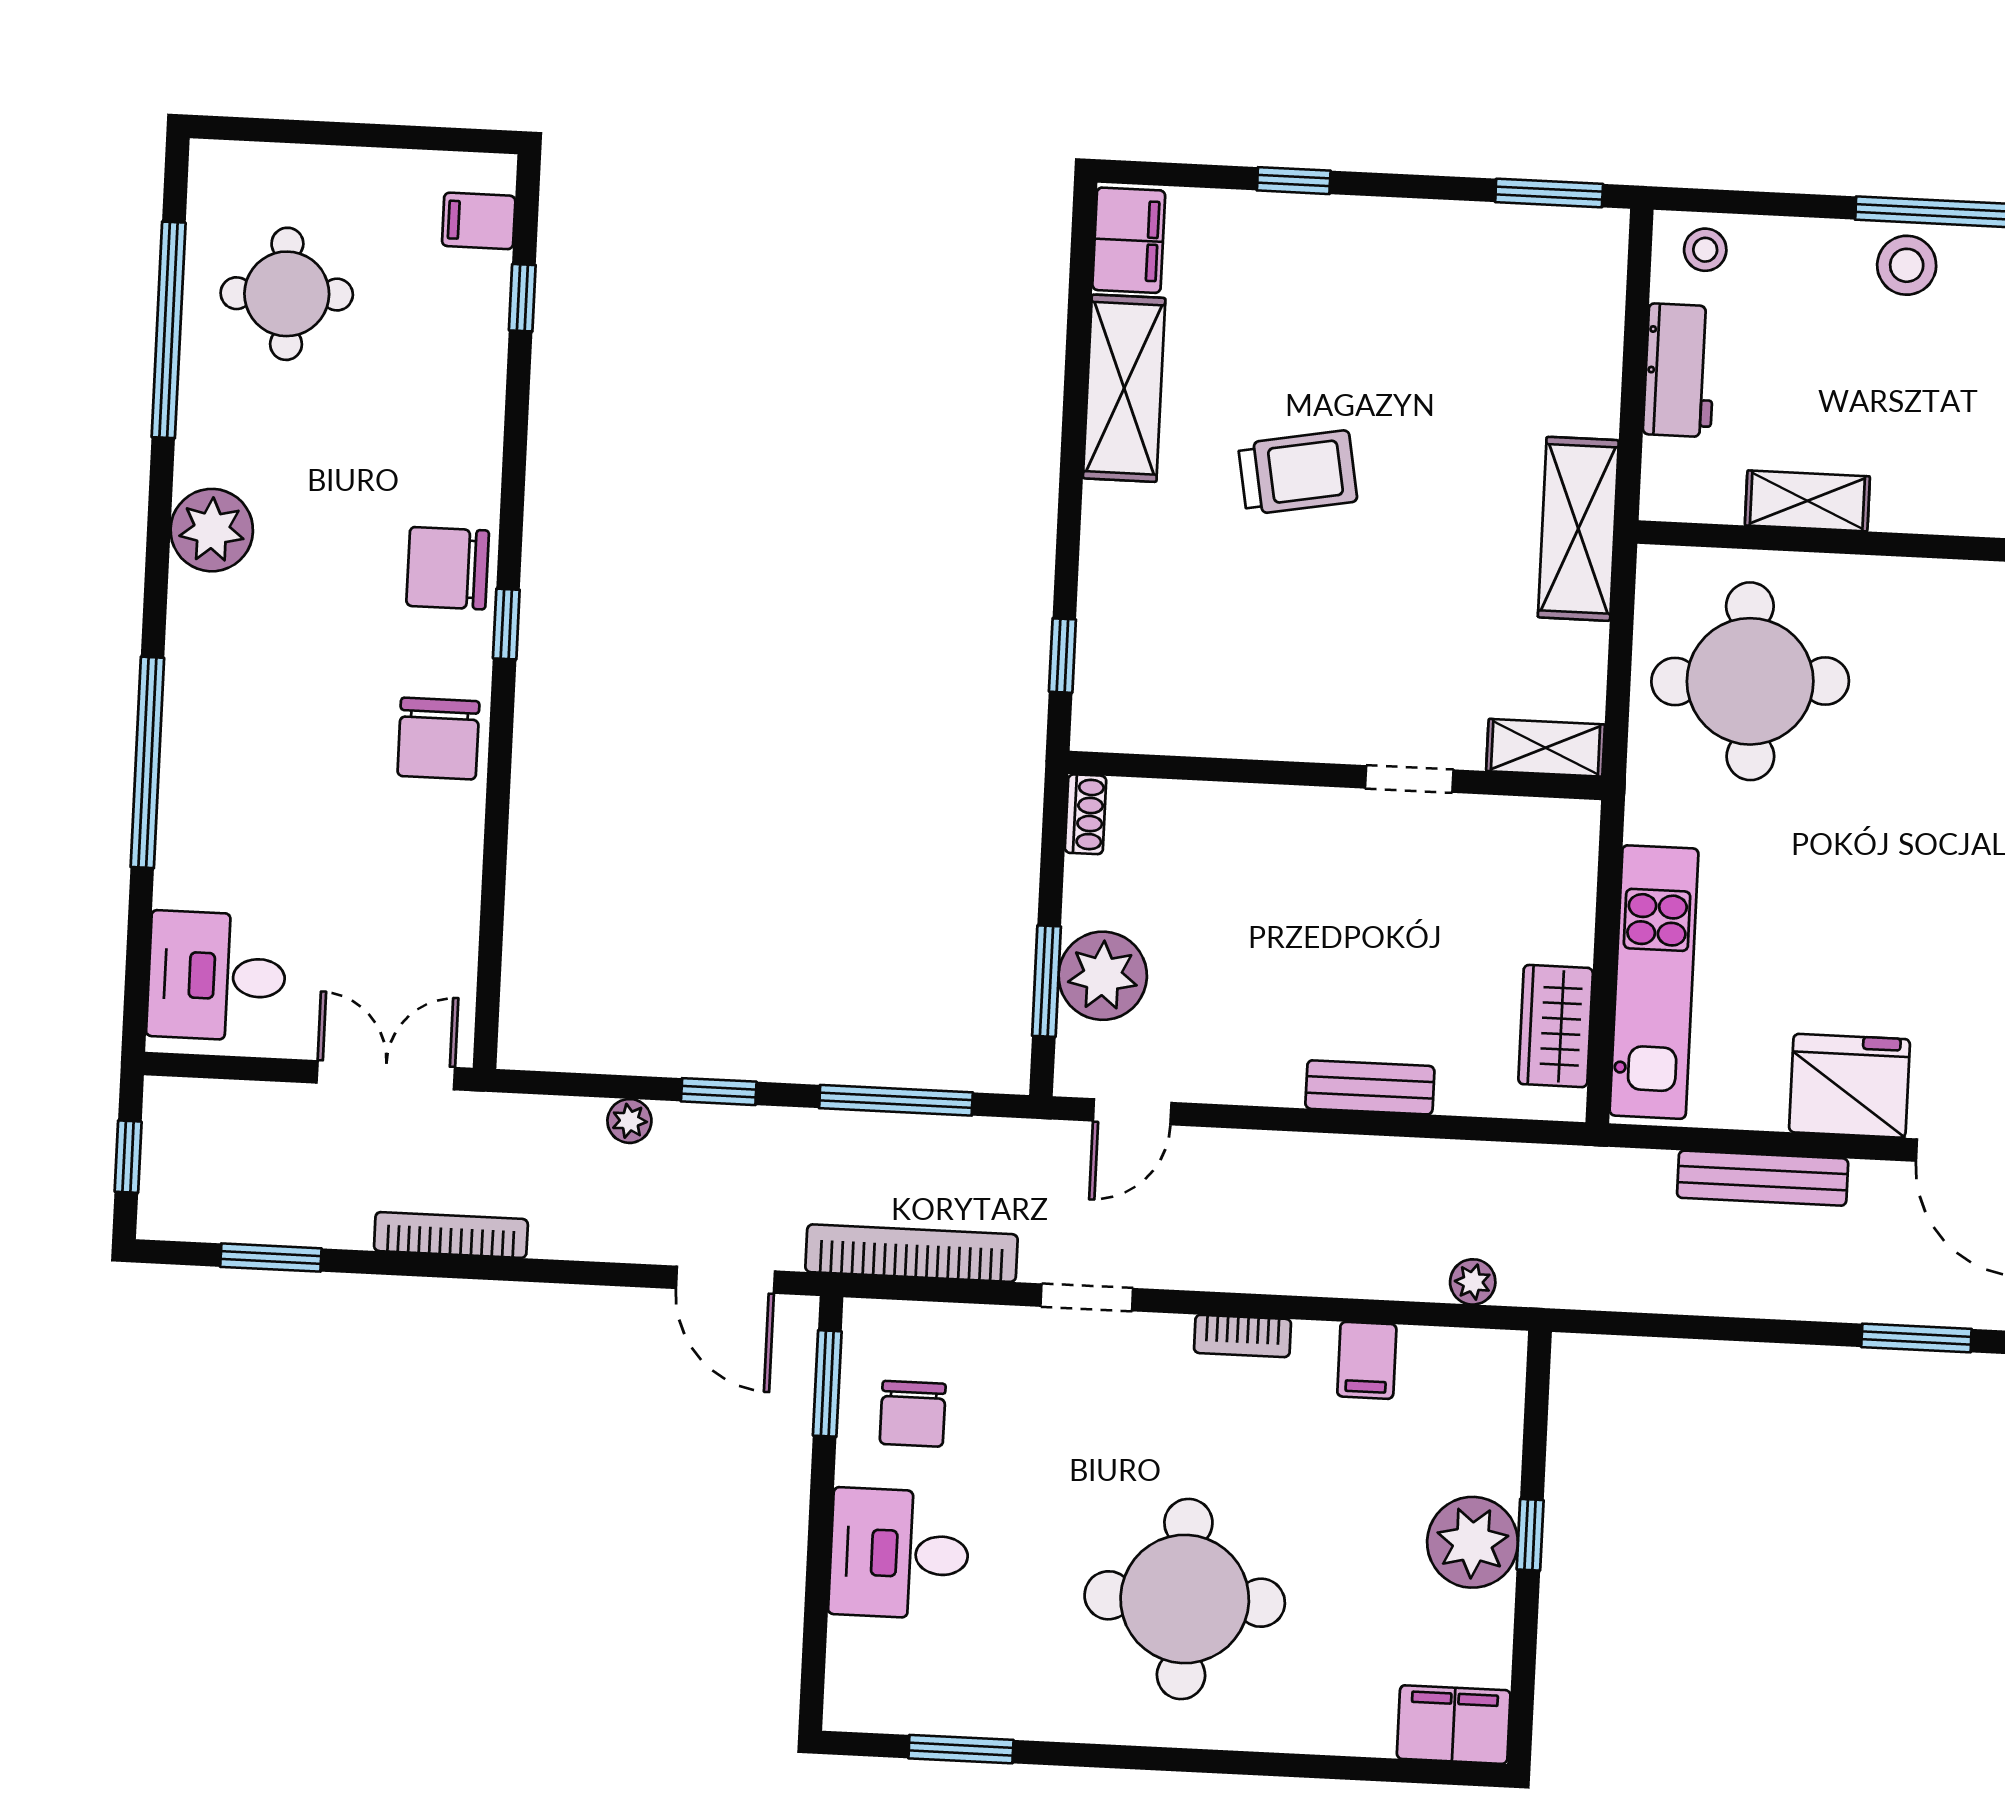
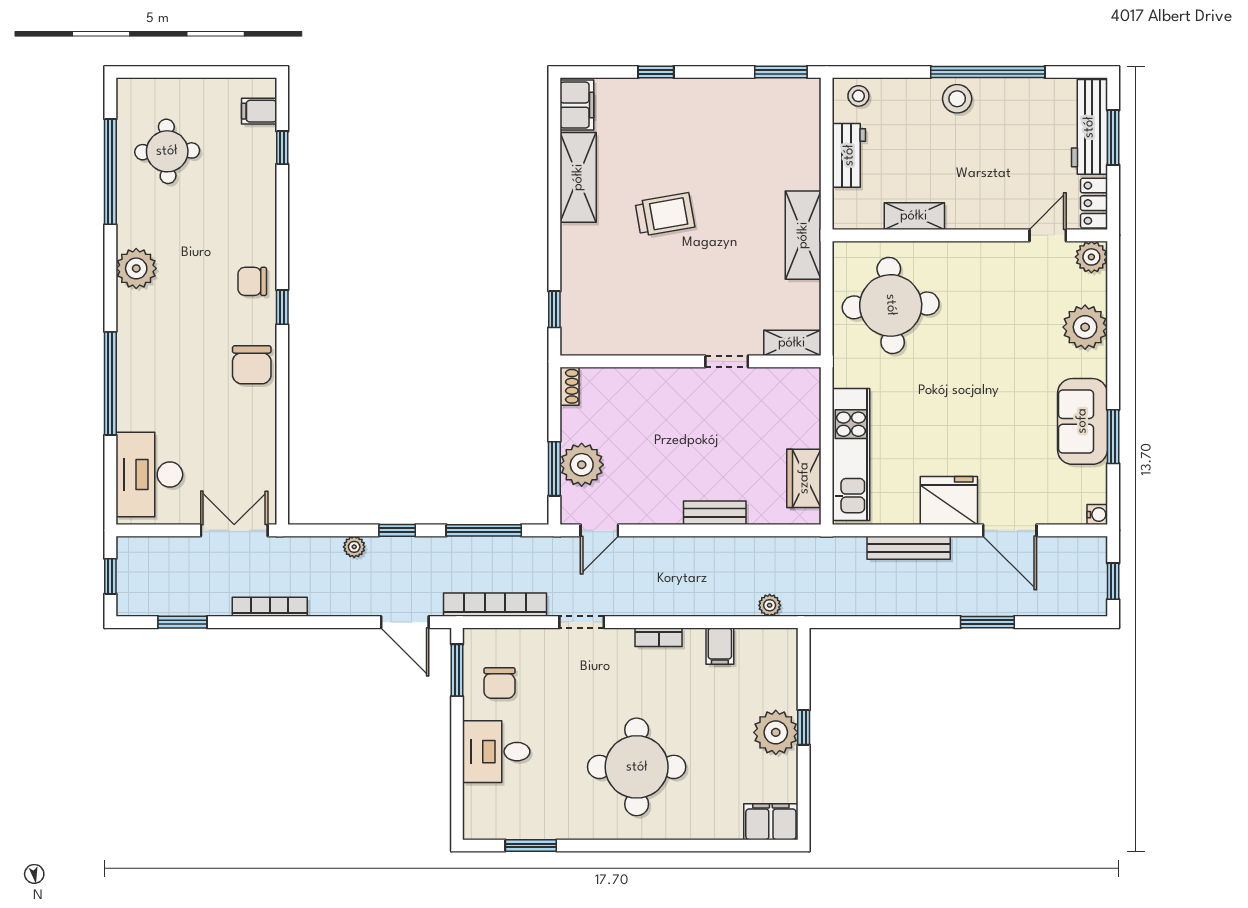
chair: (448, 568) -> (252, 281), width x0.73, depth x0.73
desk: (217, 976) -> (149, 475), width x1.37

